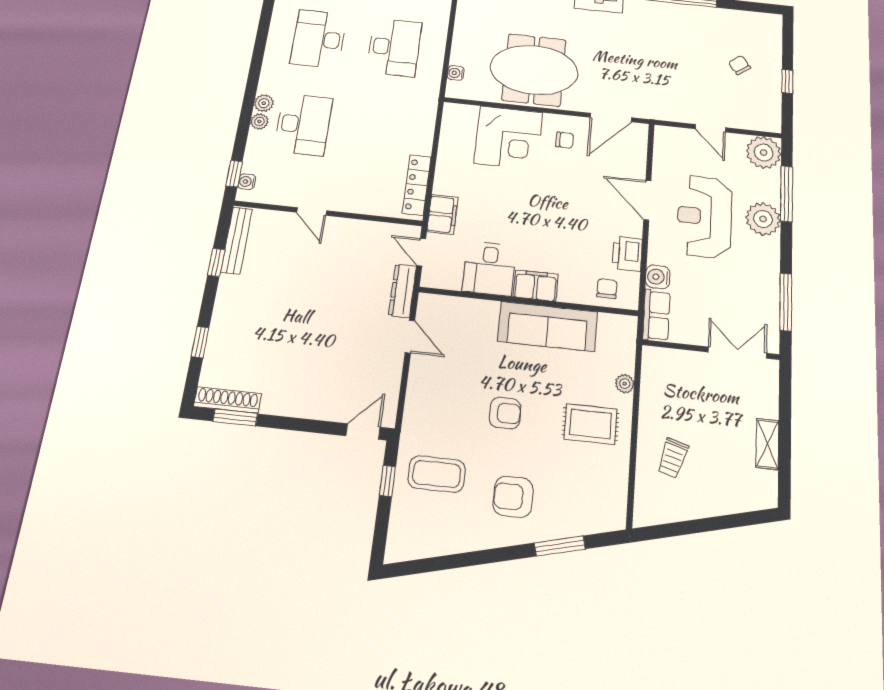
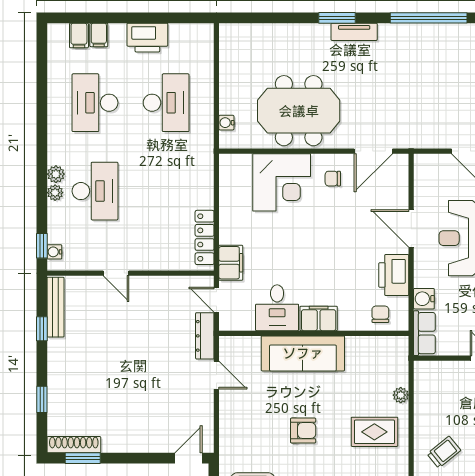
chair: (565, 140) -> (333, 179), turned 180
printer: (627, 254) -> (394, 275), width x1.37, depth x1.19
sofa: (548, 326) -> (303, 353), moved
trolley: (673, 458) -> (444, 452), turned -145

